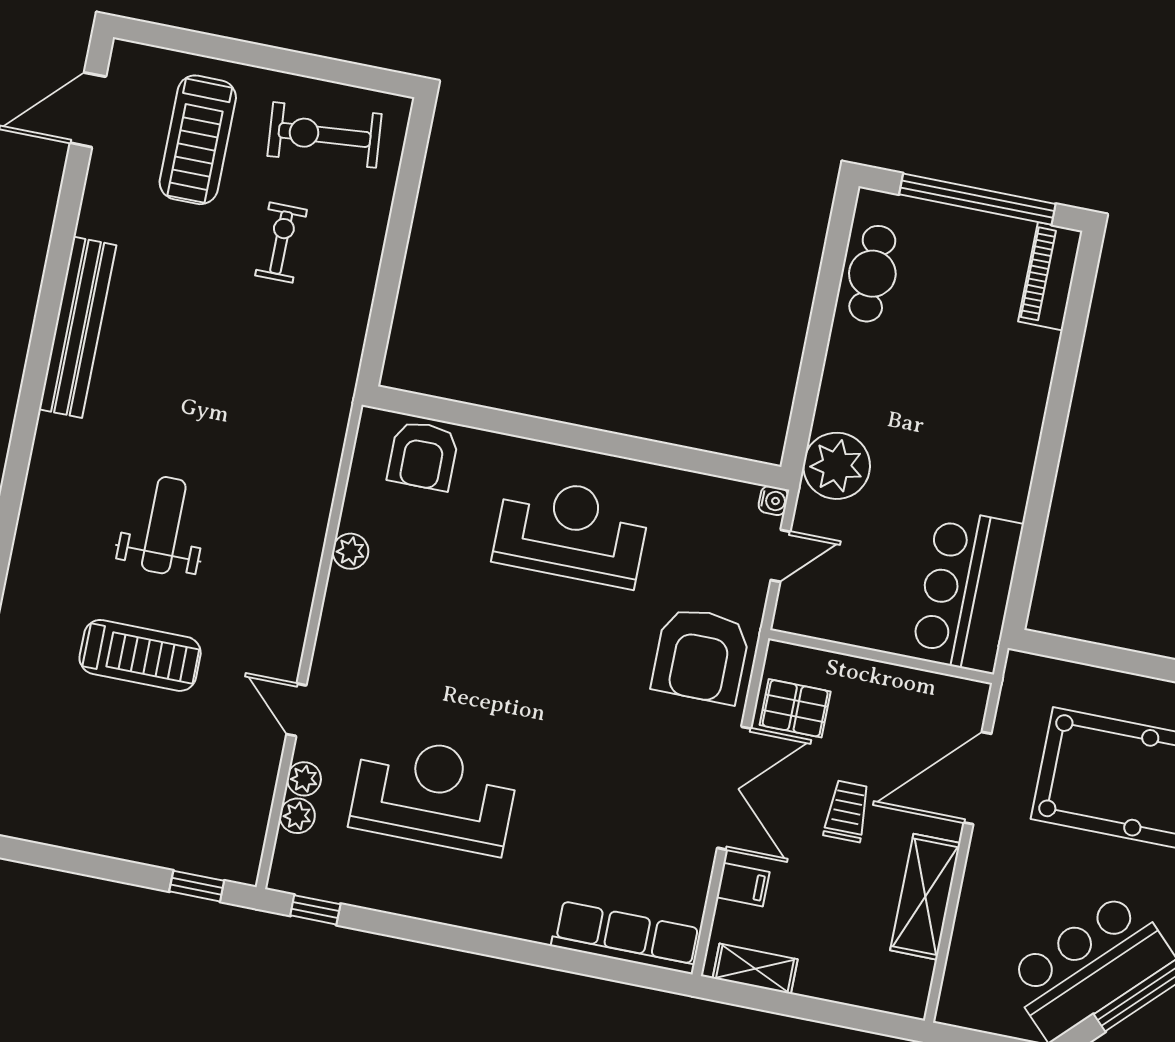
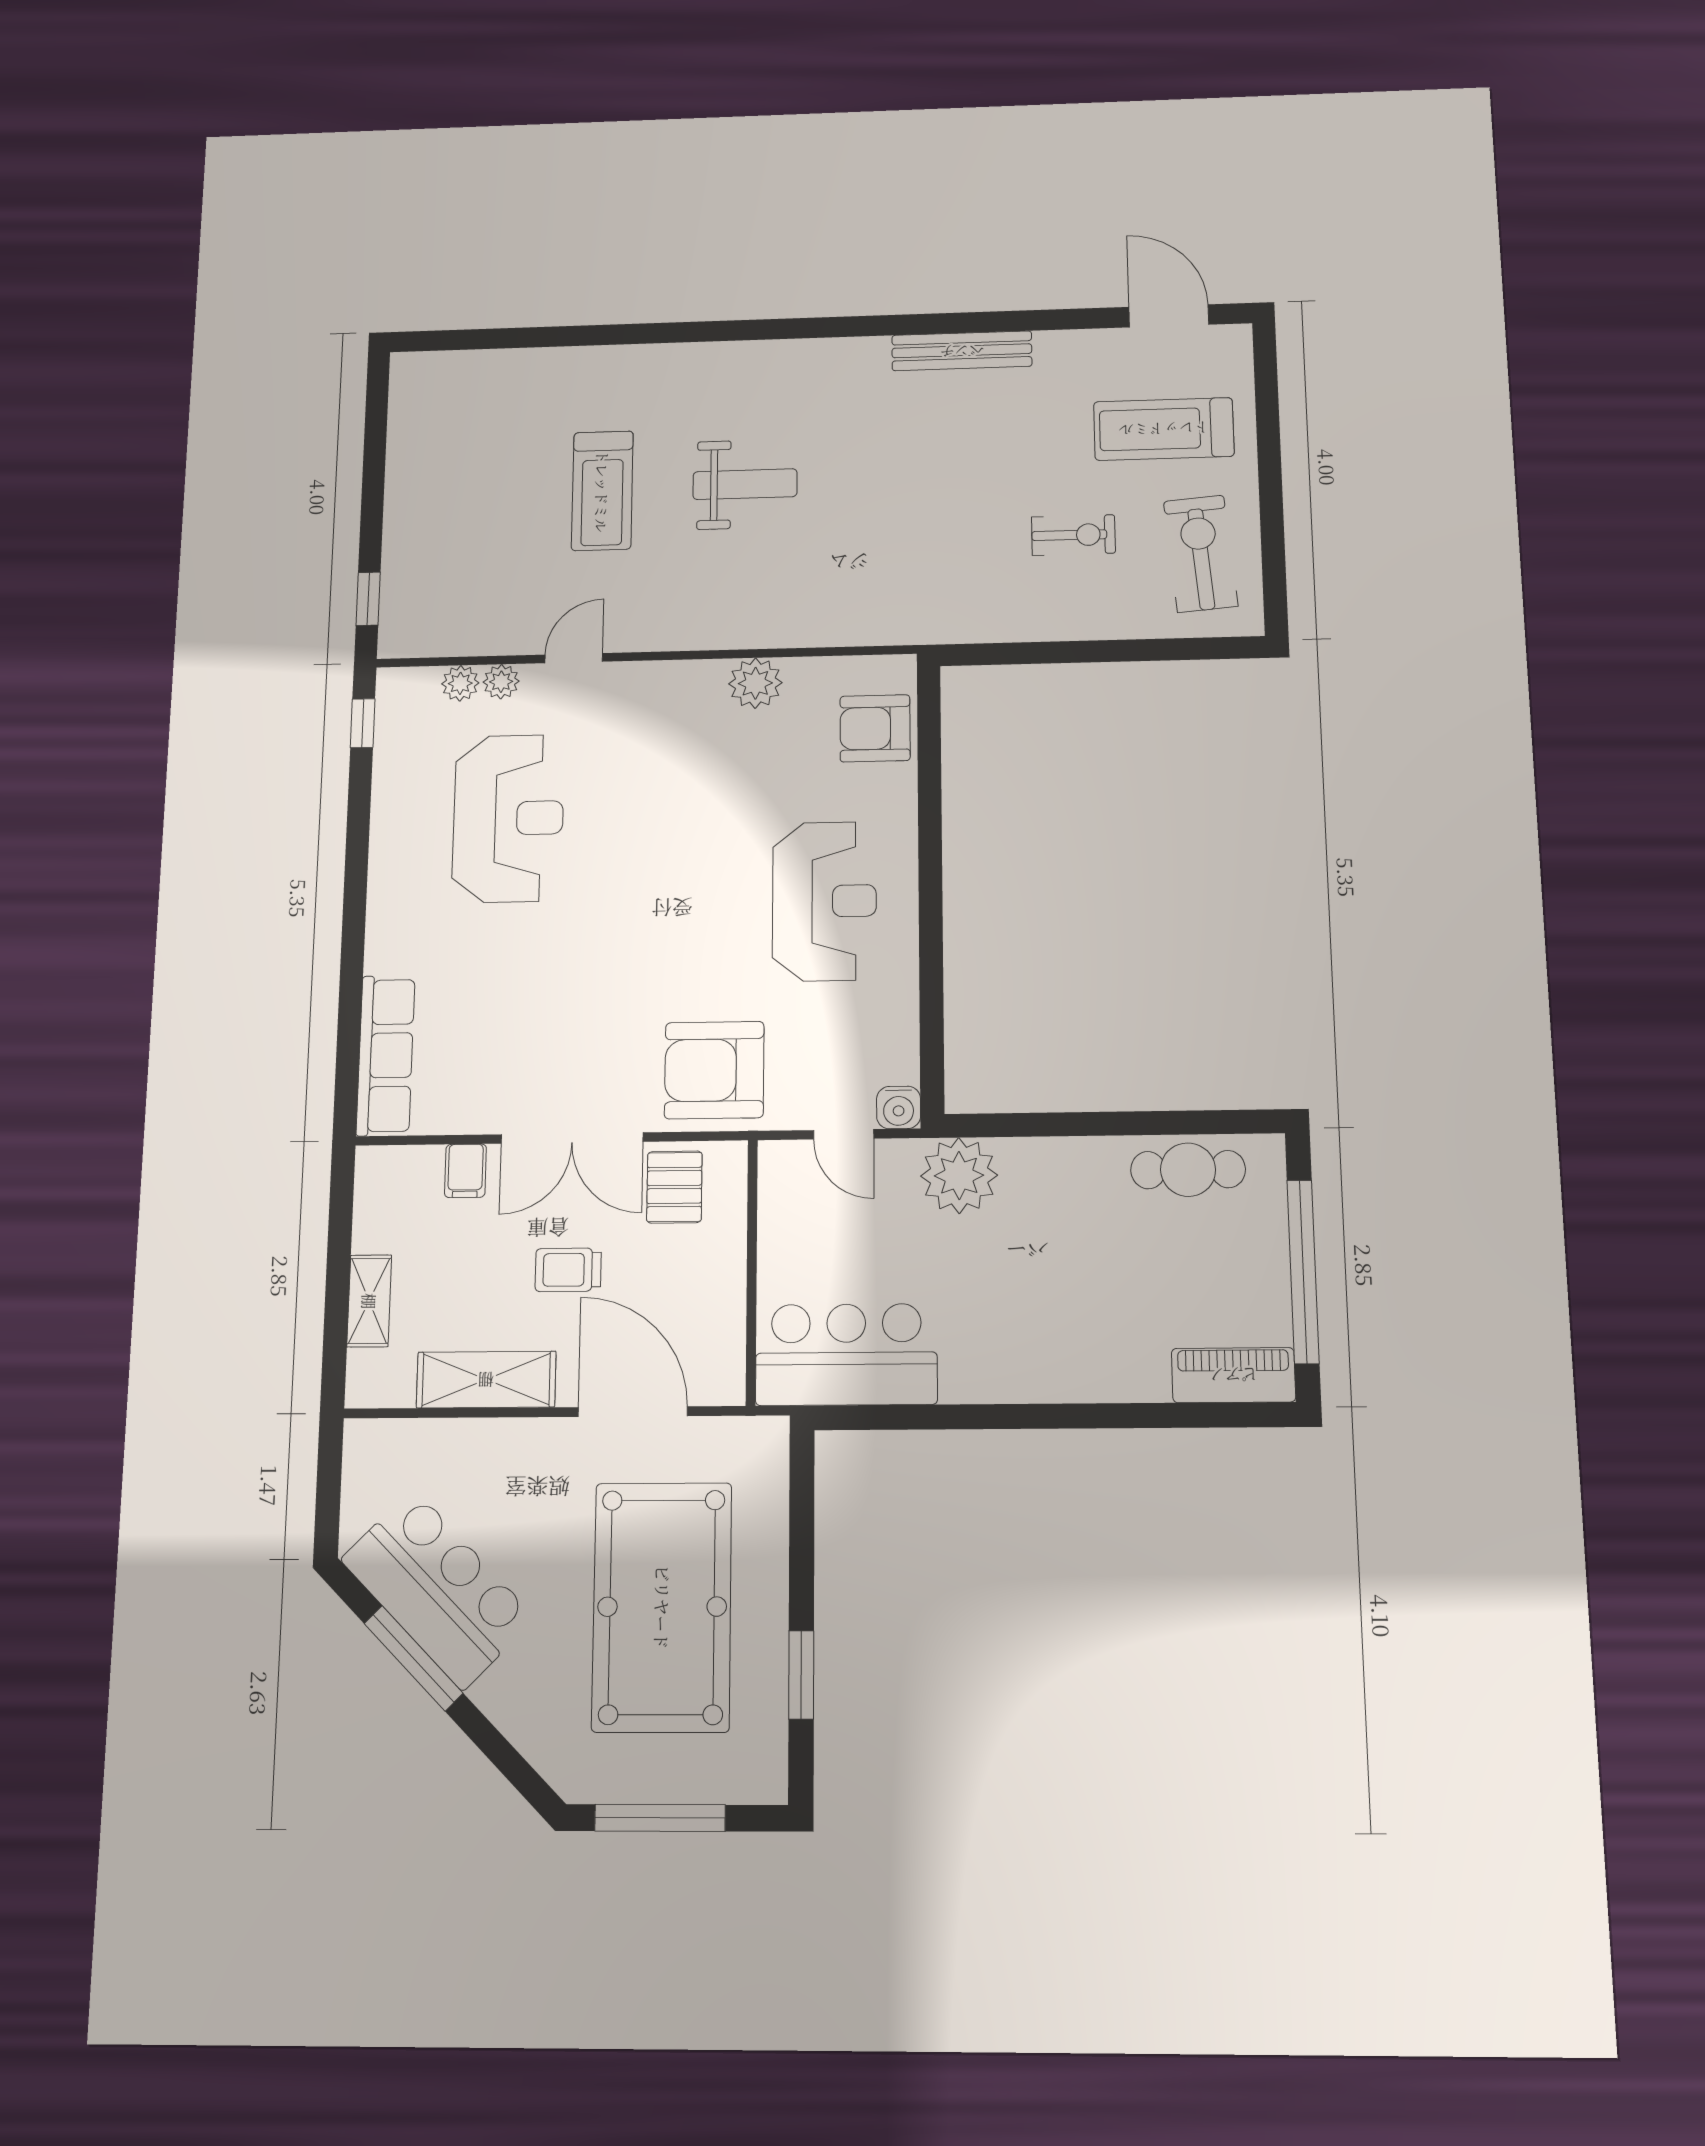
bench: (78, 327) -> (962, 351), width x0.73, depth x0.82
water cooler: (773, 501) -> (899, 1107), width x1.38, depth x1.38
plant: (350, 551) -> (755, 683), width x1.38, depth x1.38
trolley: (847, 811) -> (568, 1270), turned 180
shelving: (755, 969) -> (369, 1301), moved

